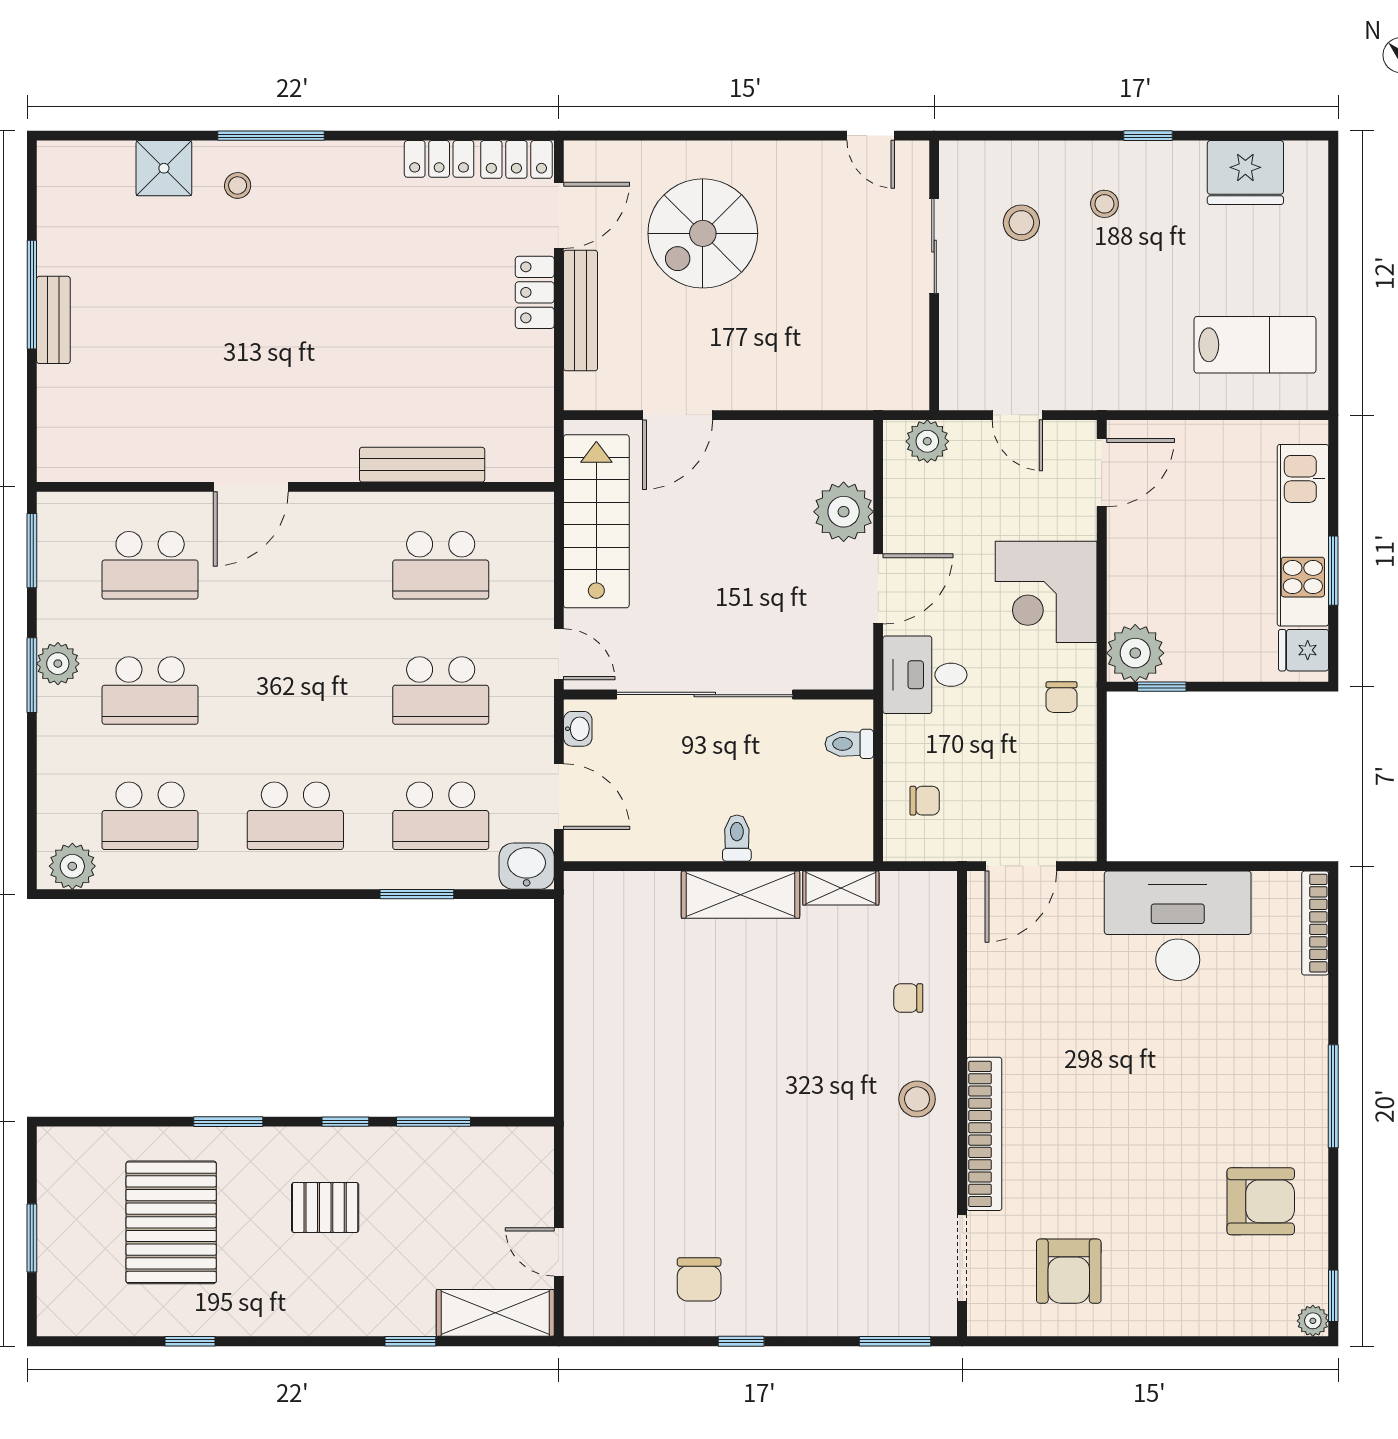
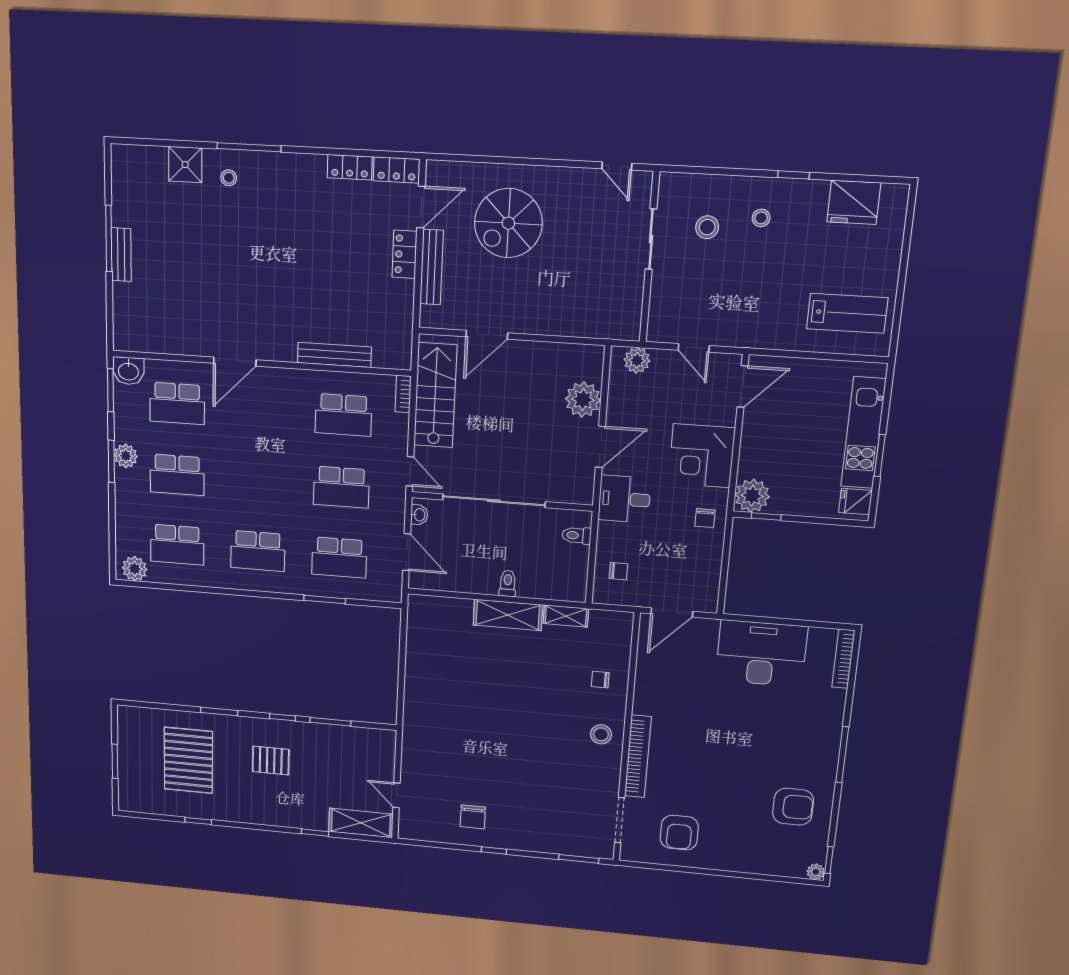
bookcase: (542, 523) -> (403, 394), added
washbasin: (527, 866) -> (128, 371), moved, turned 180

